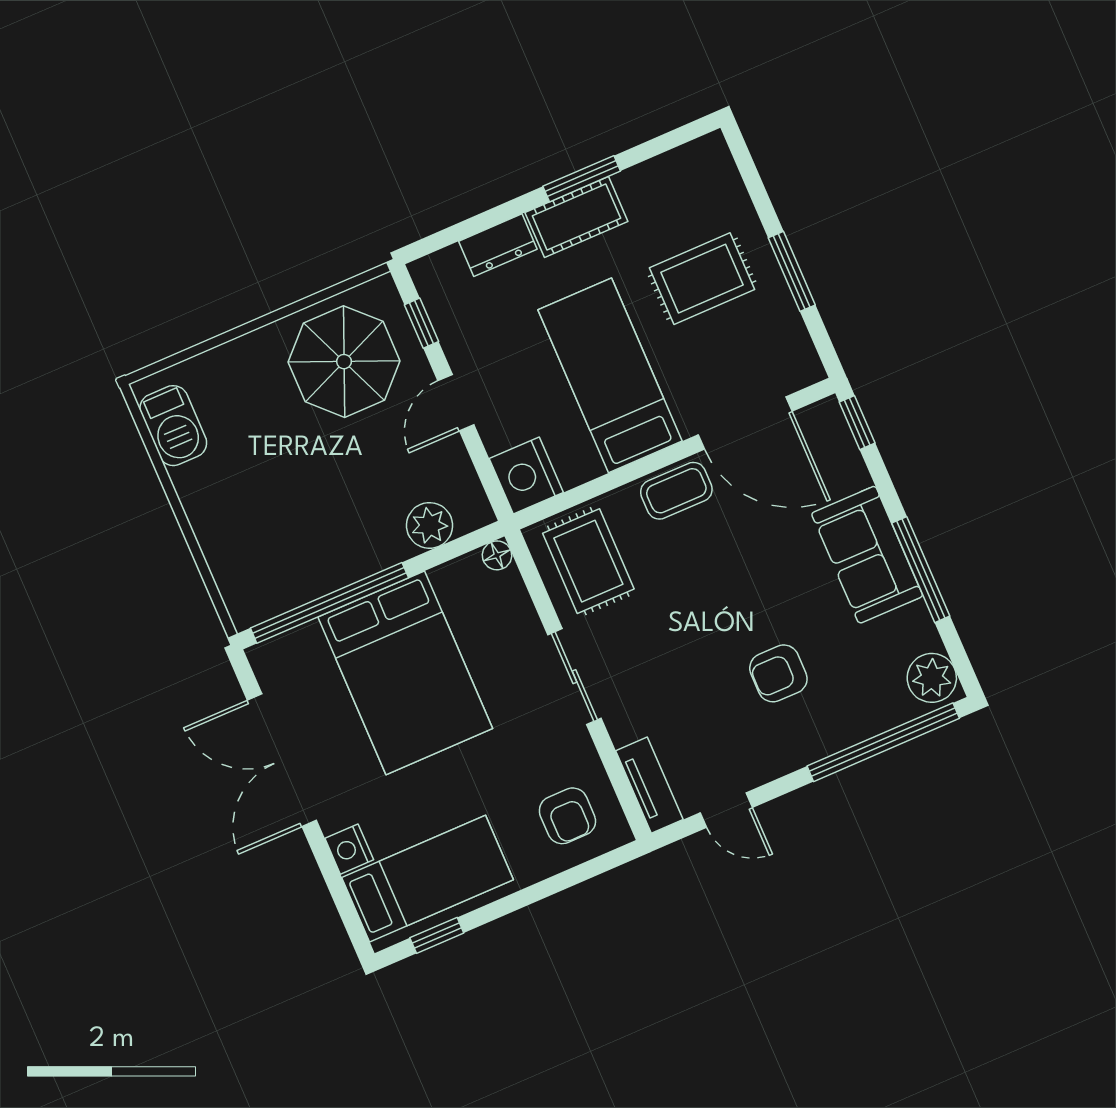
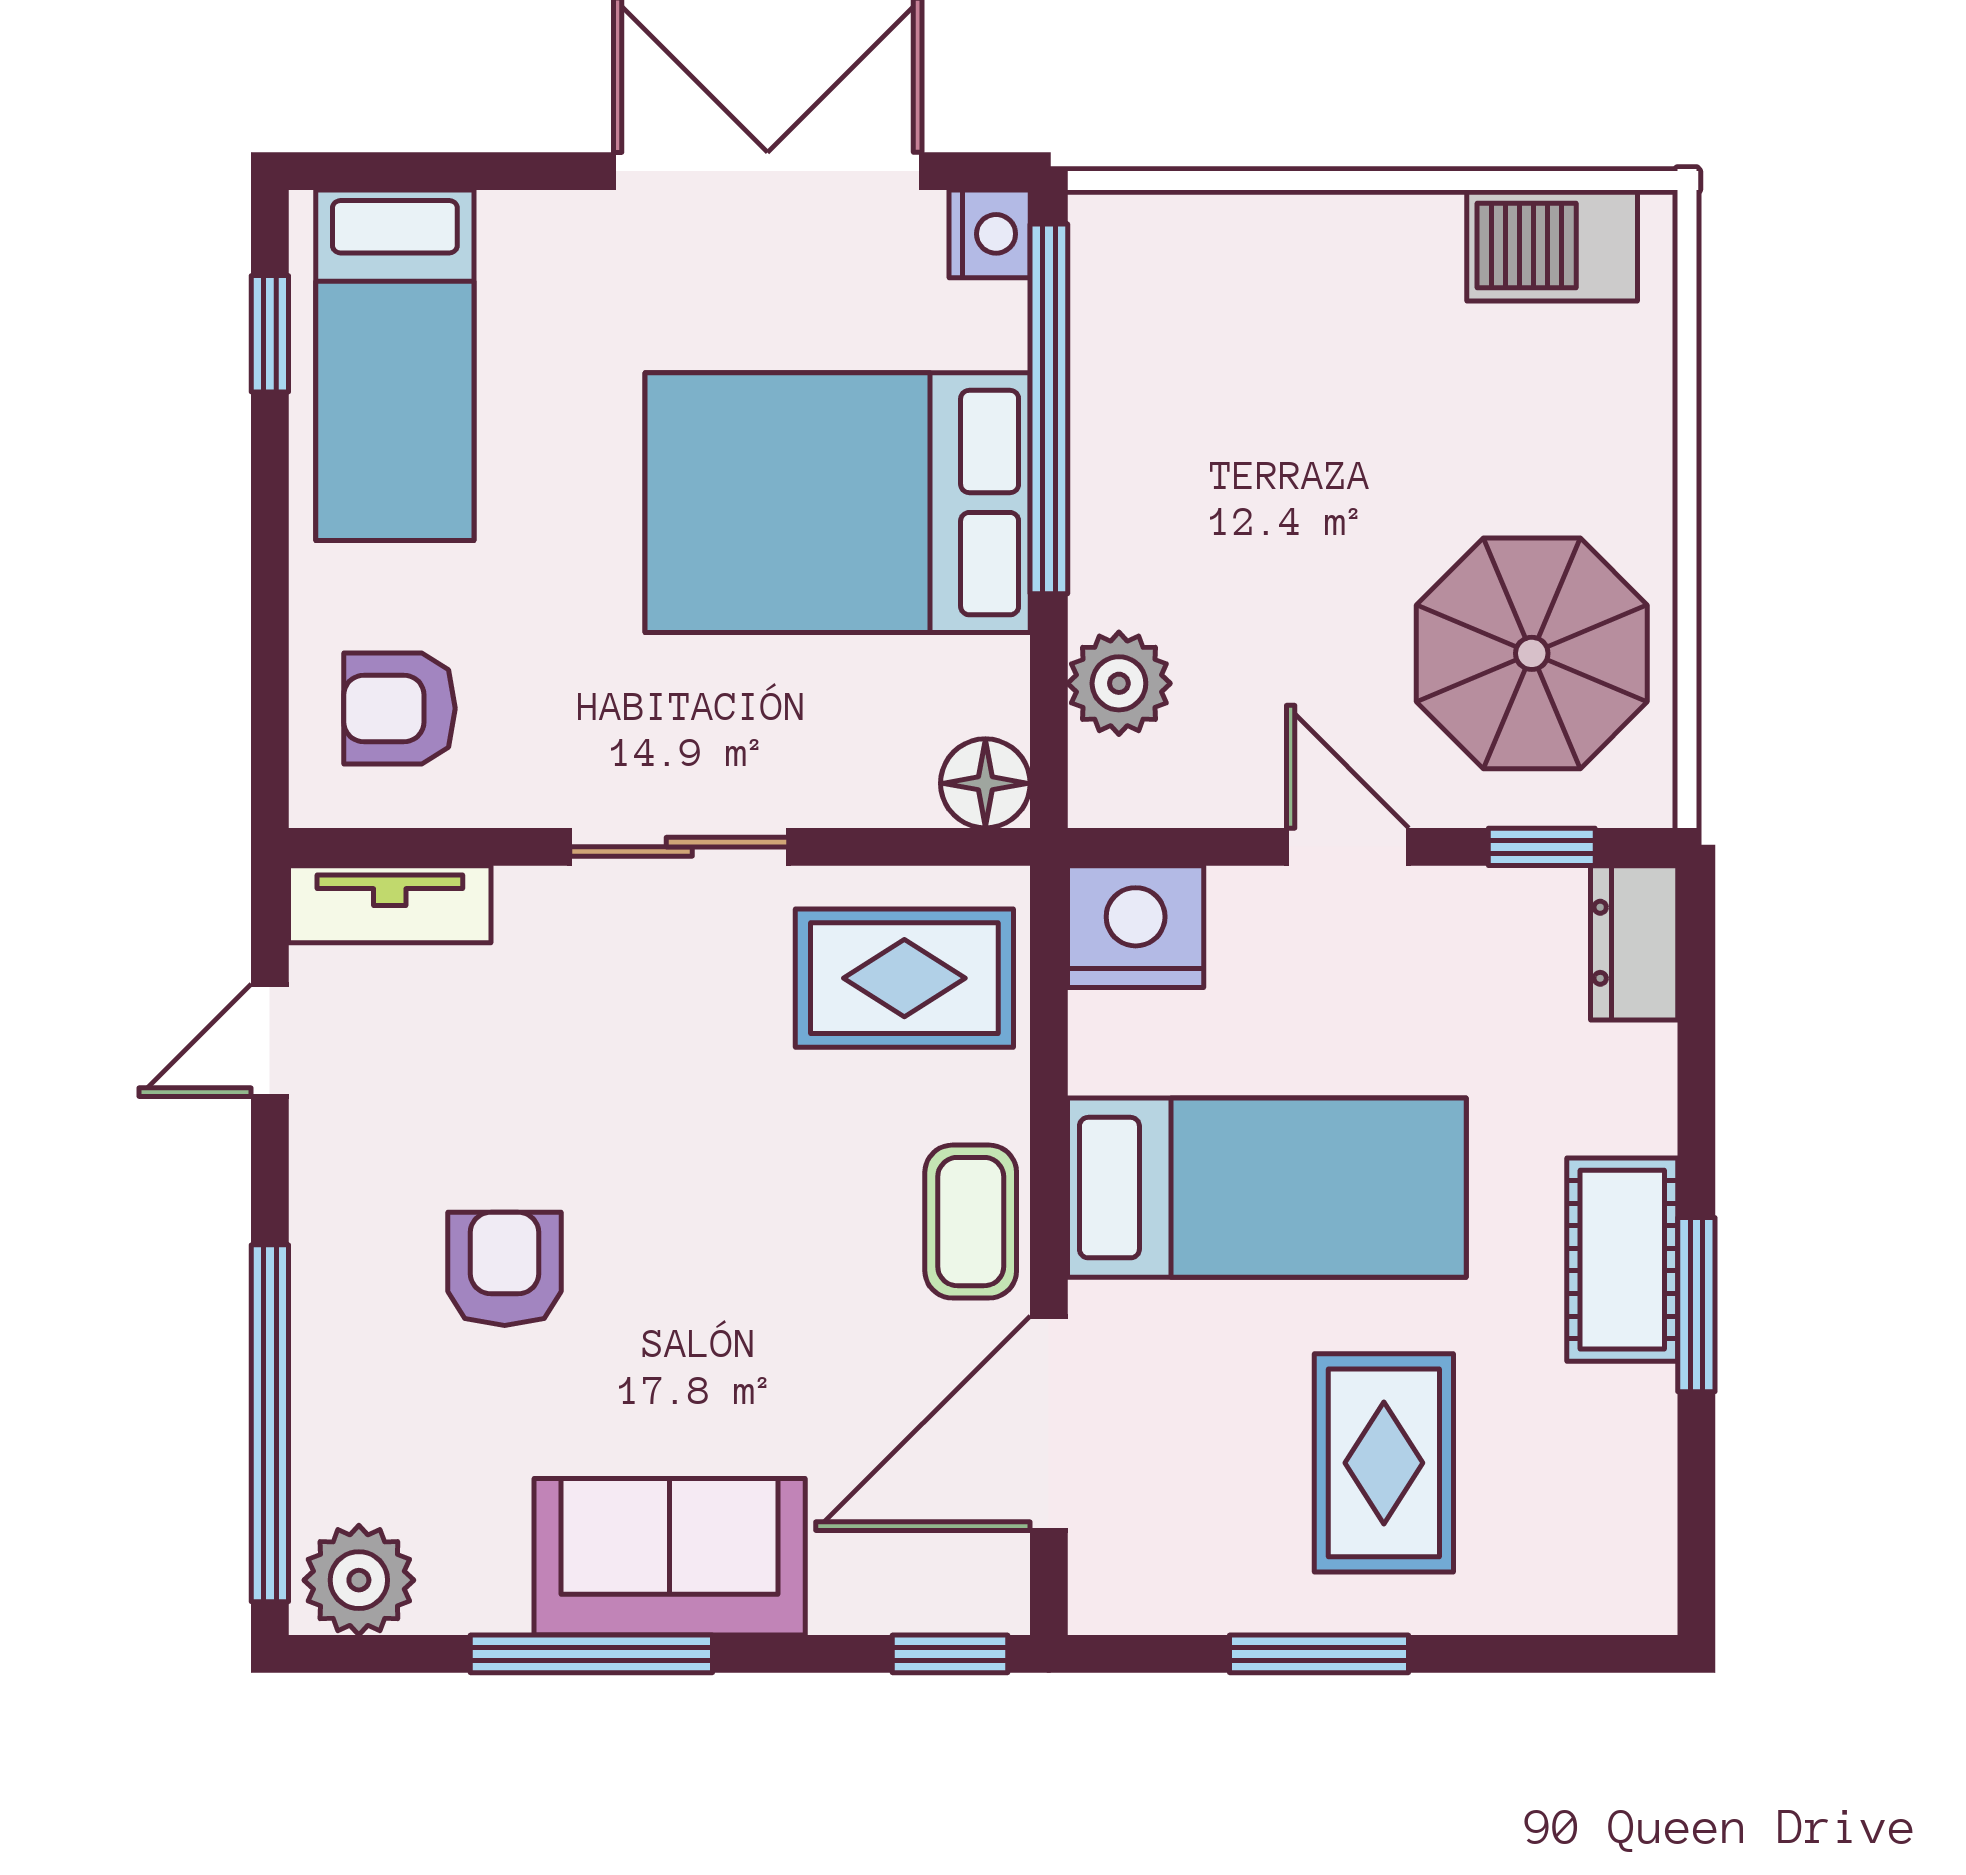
dresser: (498, 245) -> (1634, 943), moved
floor lamp: (497, 555) -> (985, 783), width x1.37, depth x1.37
nightstand: (349, 849) -> (990, 234), moved, turned 90

